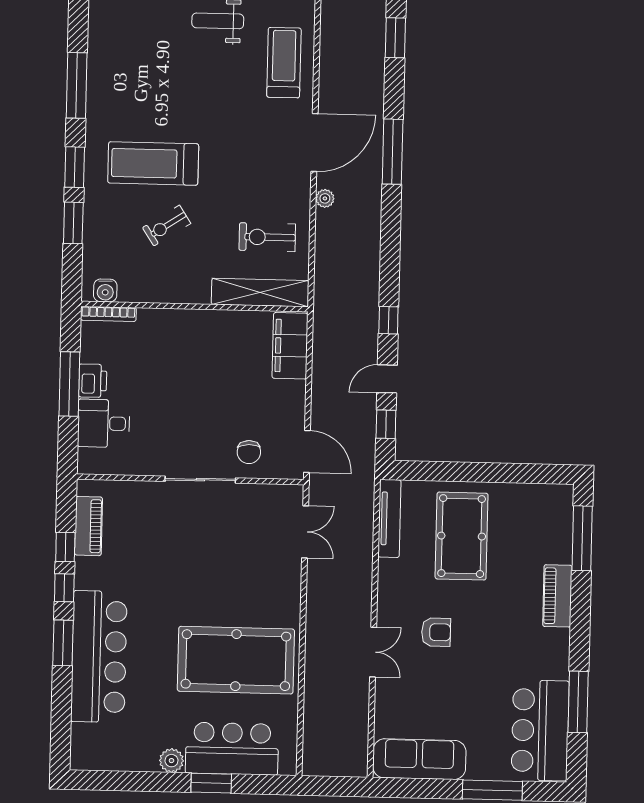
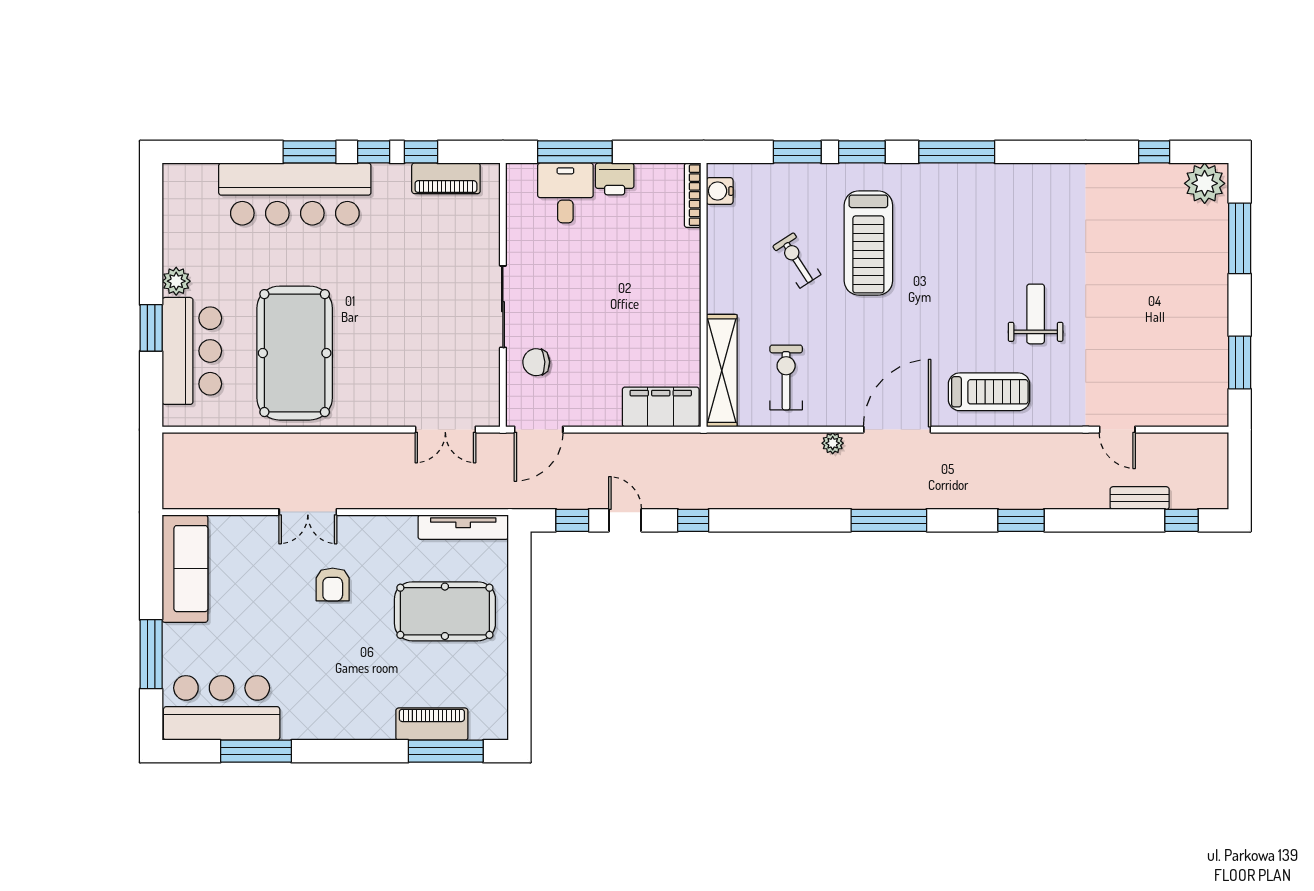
door: (315, 143) -> (897, 430), swing flipped
treadmill: (153, 163) -> (868, 243), turned 180
window: (69, 384) -> (575, 152), moved
piano: (557, 596) -> (432, 724), moved

